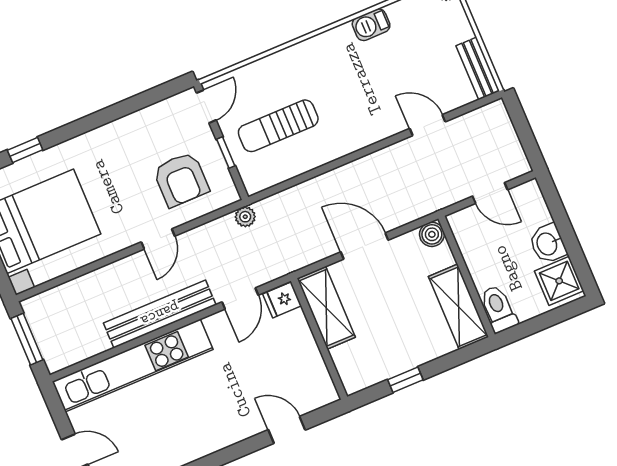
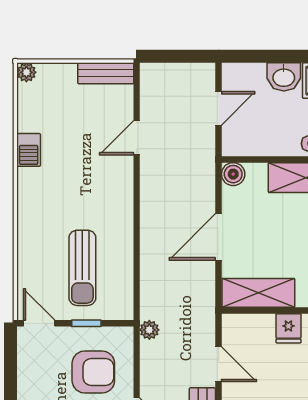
fridge: (282, 300) -> (288, 328), moved

